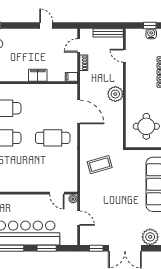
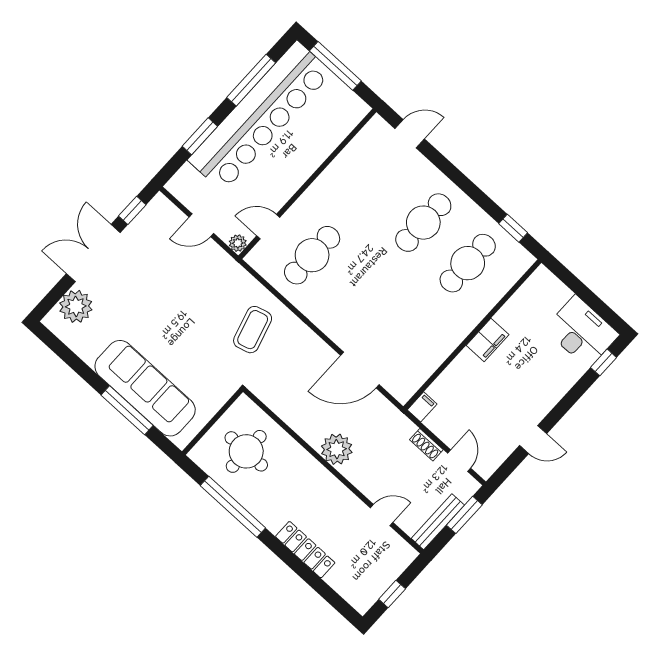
window: (97, 25) -> (464, 515), added
water cooler: (151, 34) -> (378, 585), removed
filing cabinet: (38, 75) -> (488, 340), moved
cafe table: (53, 138) -> (312, 255), moved

